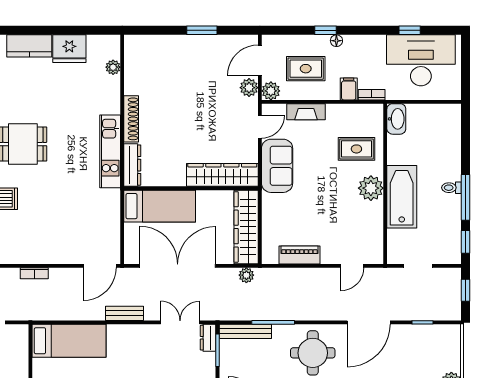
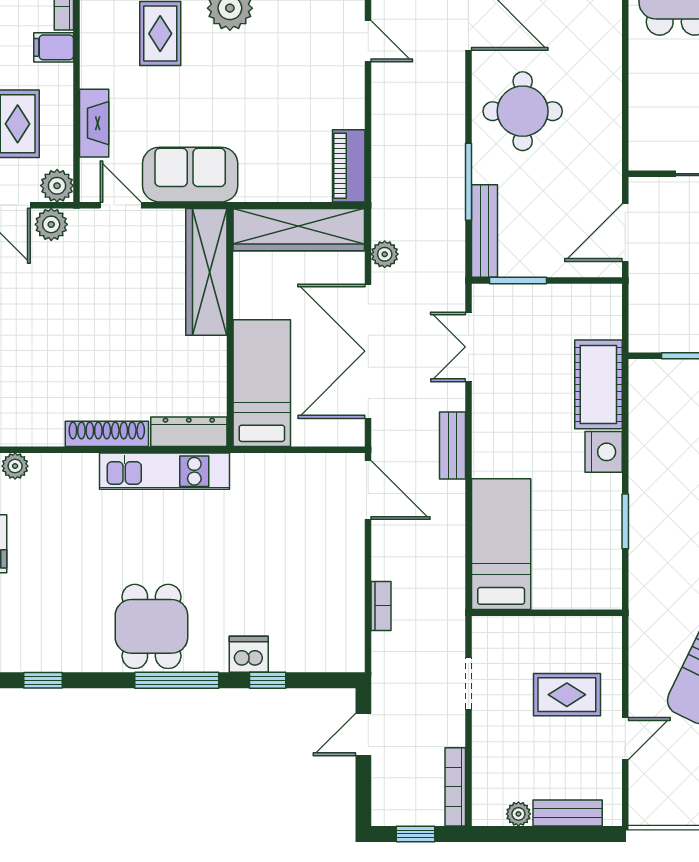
piano: (299, 255) -> (349, 166), moved
plant: (246, 275) -> (385, 254), moved
dresser: (208, 338) -> (496, 297), removed

